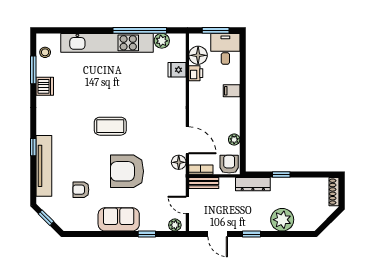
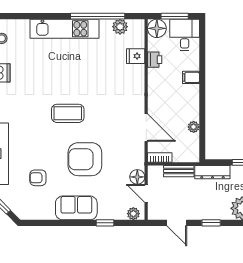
kitchen unit: (107, 43) -> (64, 29), width x0.73
floor lamp: (198, 55) -> (157, 28), moved
floor lamp: (179, 162) -> (137, 177), moved
armchair: (229, 164) -> (188, 152), removed
bench: (204, 183) -> (179, 171), moved

